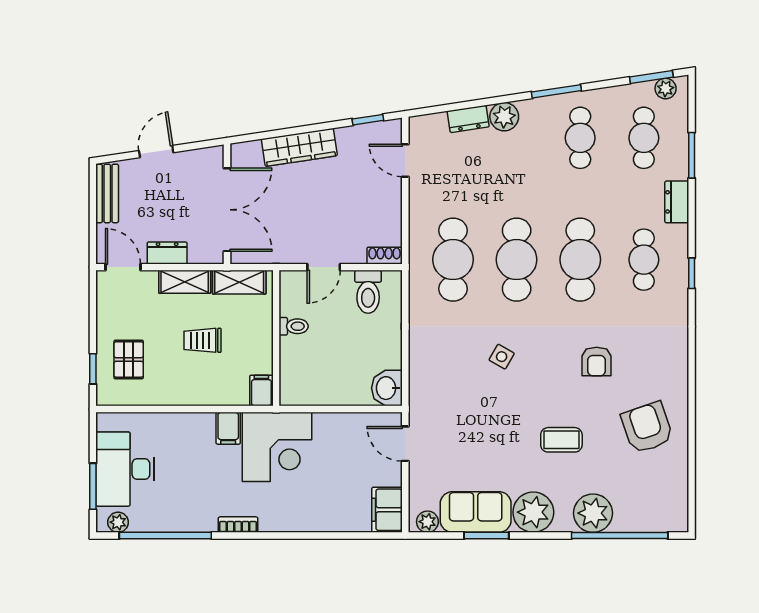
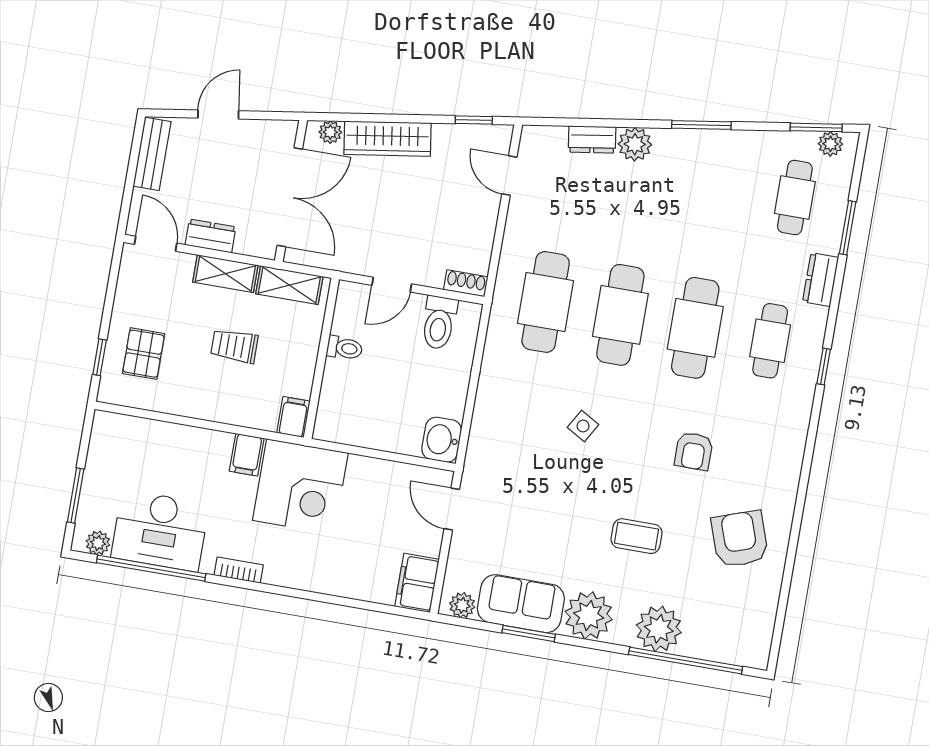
cafe table: (580, 138) -> (720, 185), removed
plant: (251, 150) -> (330, 132), added
desk: (125, 469) -> (160, 531), moved, turned -90

